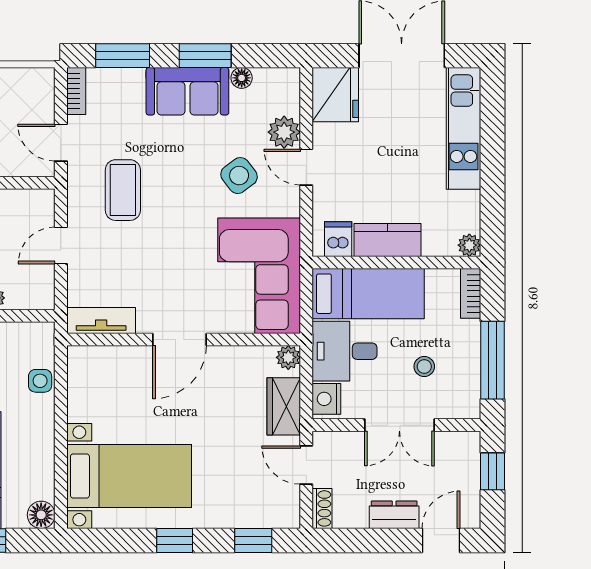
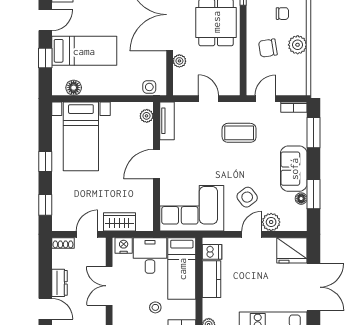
window: (205, 56) -> (313, 194), moved
door: (179, 339) -> (156, 164), hinge flipped
plant: (288, 357) -> (147, 116), moved
stool: (424, 367) -> (155, 307), moved
side table: (40, 381) -> (149, 87), moved
floor lamp: (41, 515) -> (74, 88), moved

